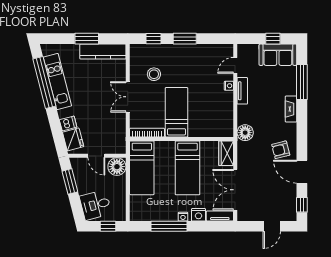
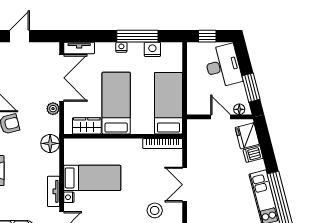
double door: (128, 97) -> (185, 185), swing flipped
bed: (176, 112) -> (92, 178), moved, turned -90
wardrobe: (226, 153) -> (87, 126), moved, turned -90
plant: (243, 163) -> (53, 109), added
floor lamp: (117, 167) -> (239, 109), moved, width x0.53, depth x0.53
desk: (95, 205) -> (223, 66), width x1.37
nightstand: (198, 215) -> (152, 49), moved

